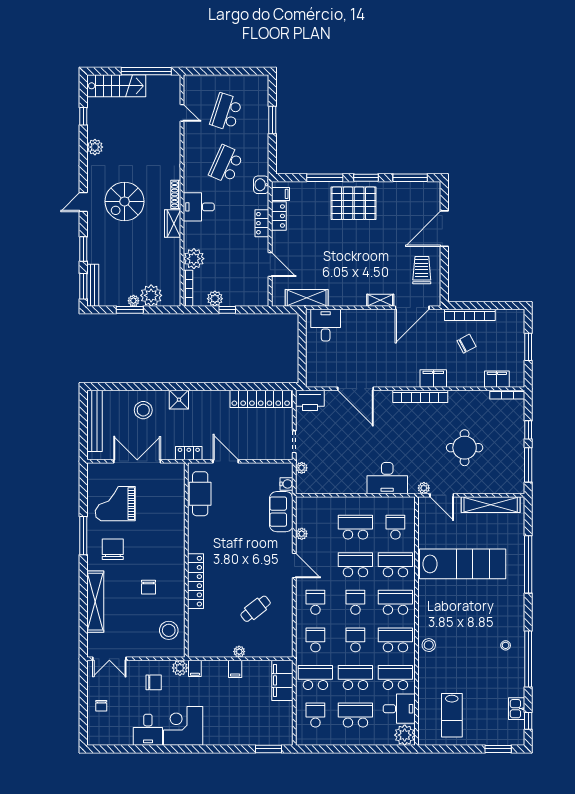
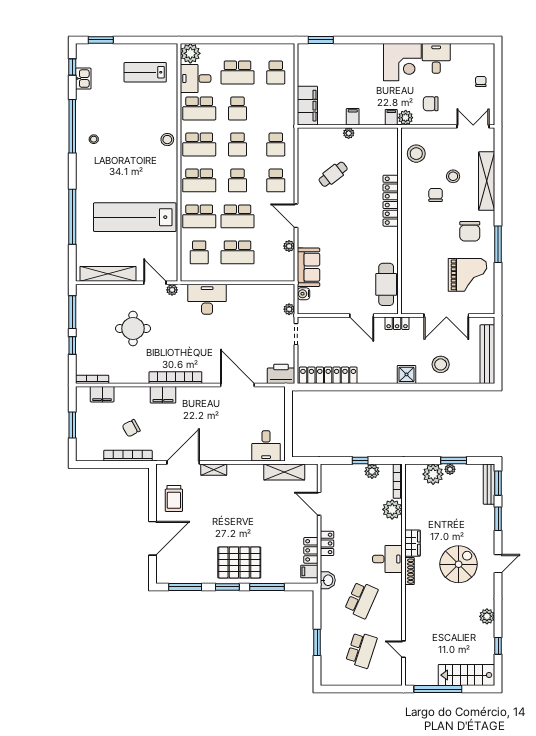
stool: (130, 607) -> (453, 176), added
school desk: (315, 677) -> (276, 108), removed
school desk: (355, 677) -> (237, 108), width x0.54
lab bench: (452, 715) -> (145, 72), turned -90

